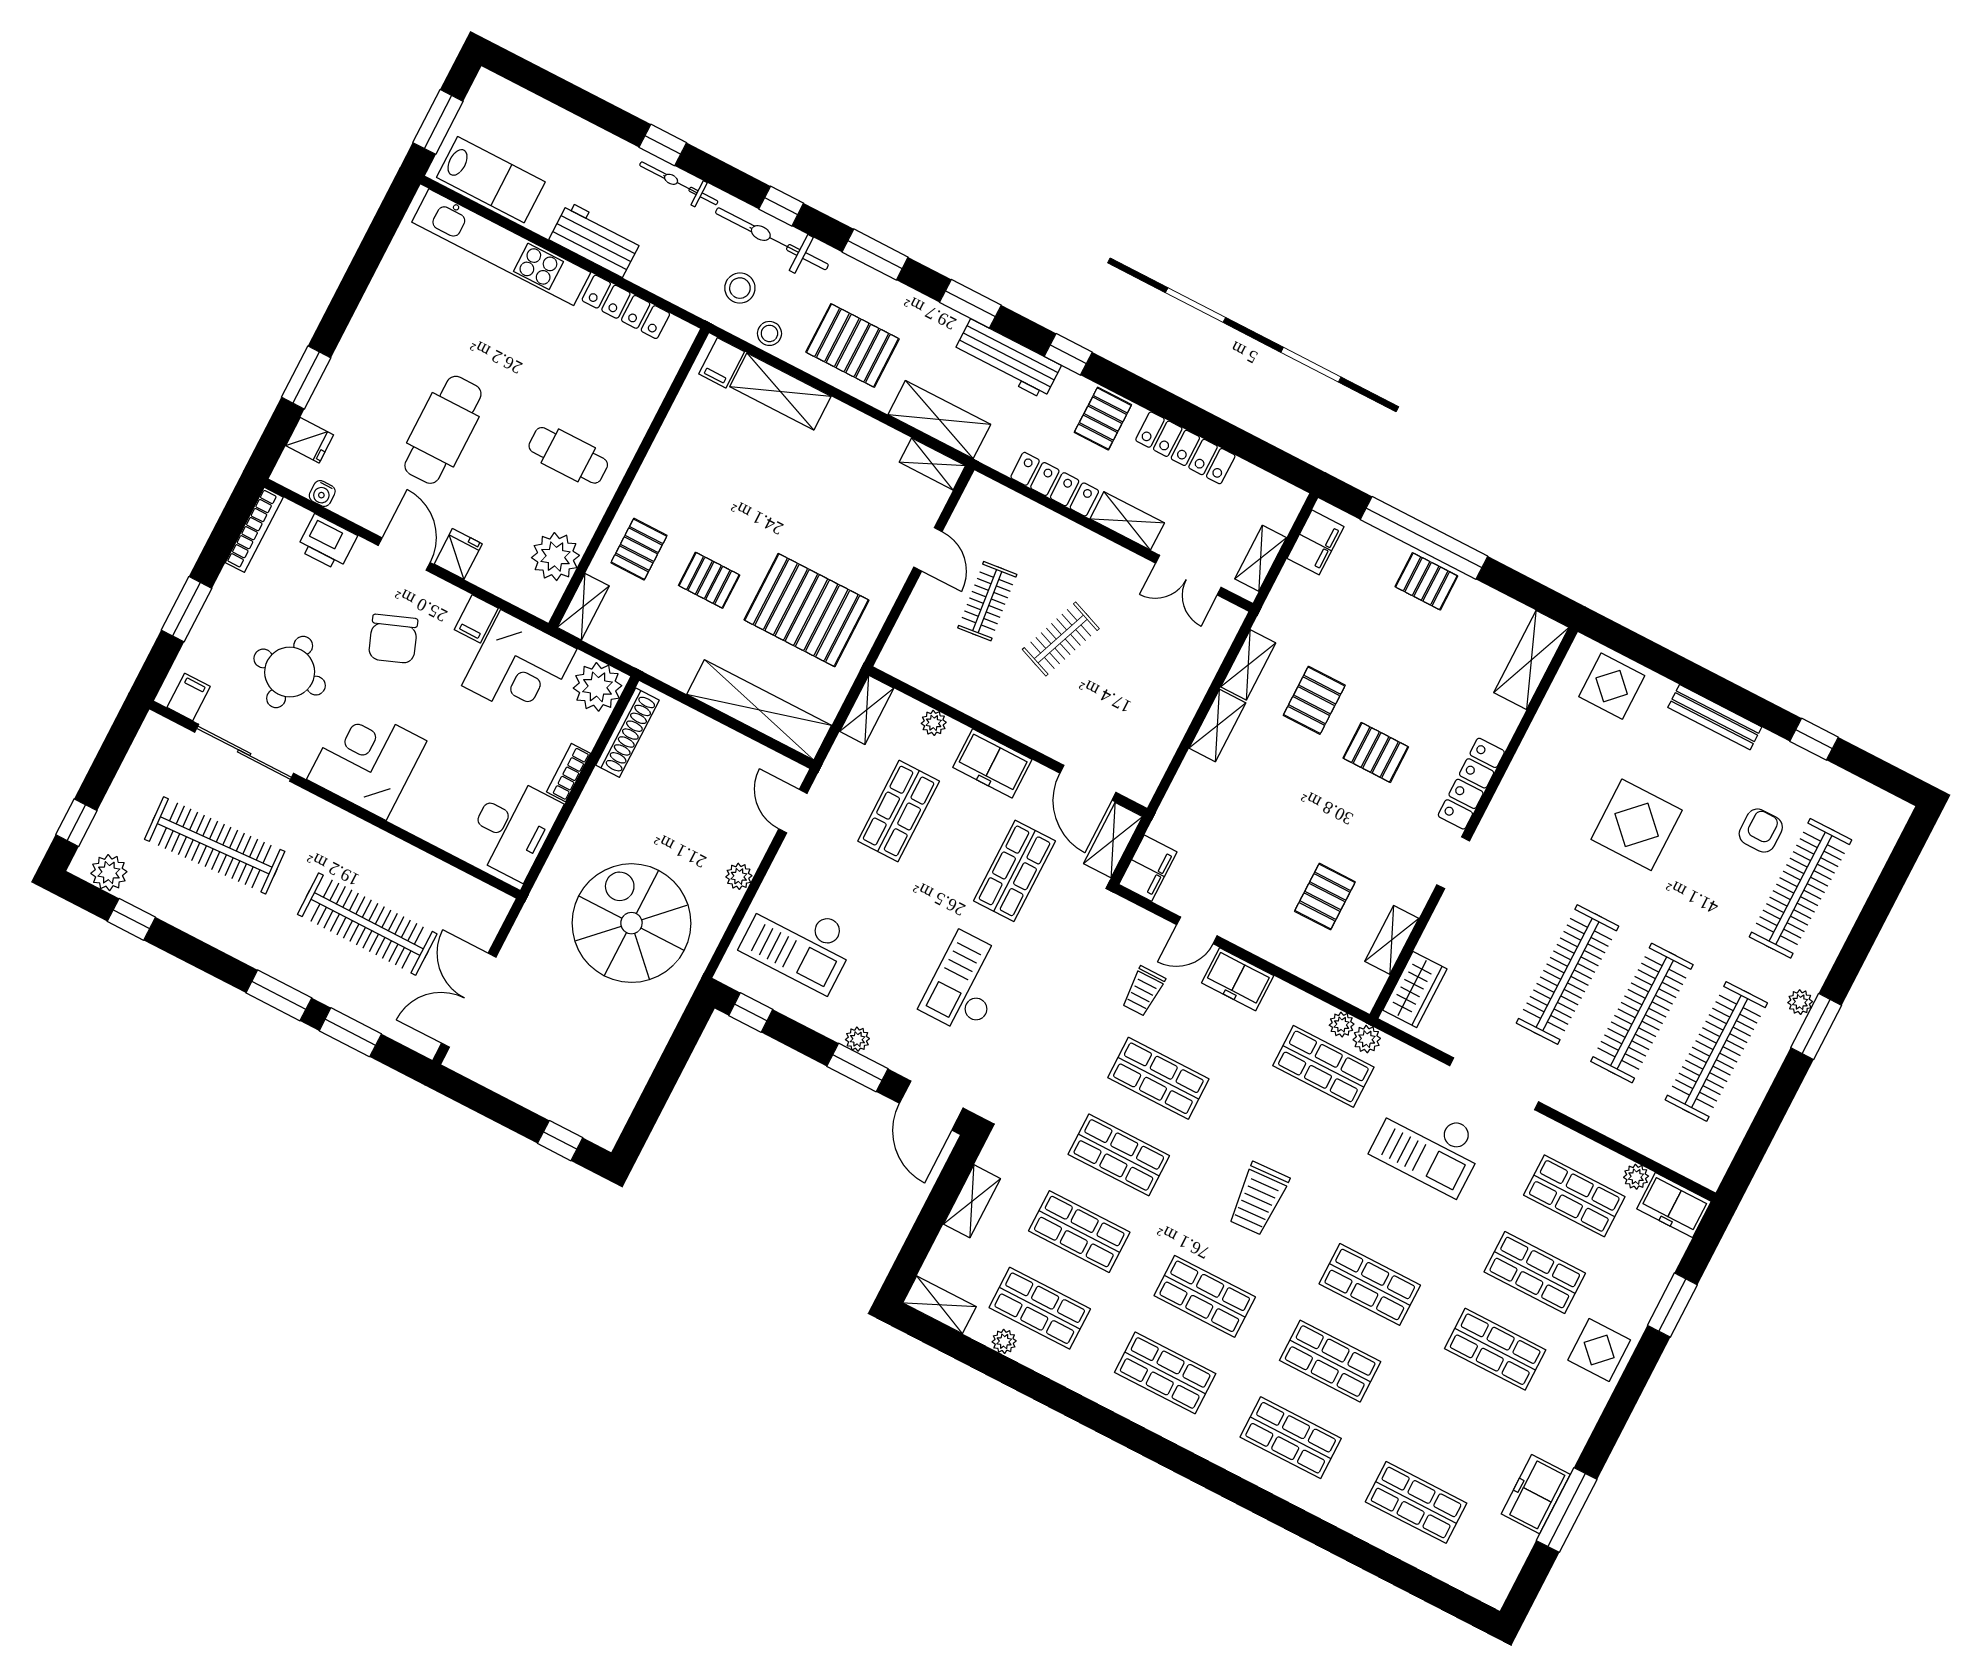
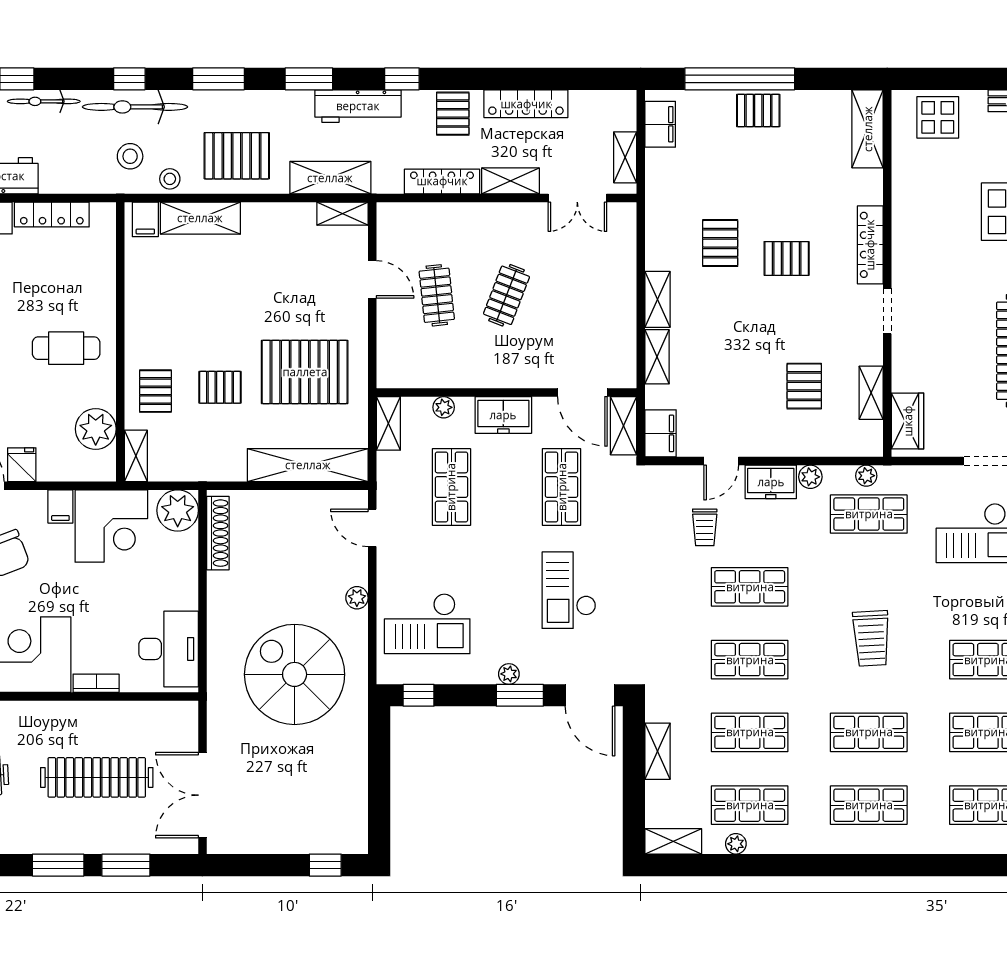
shelving: (1248, 665) -> (657, 357), moved
bookcase: (568, 773) -> (96, 683), moved, turned 90
plant: (1367, 1039) -> (810, 477), moved

